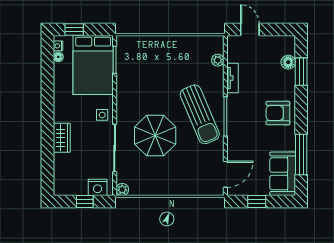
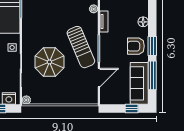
floor lamp: (288, 62) -> (143, 22), moved
window: (301, 72) -> (152, 46), moved
door: (225, 174) -> (99, 78), moved
sofa: (283, 174) -> (139, 83), width x1.36
window: (257, 202) -> (132, 108), moved

